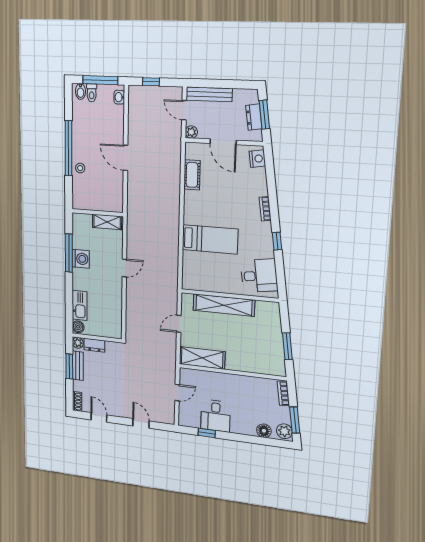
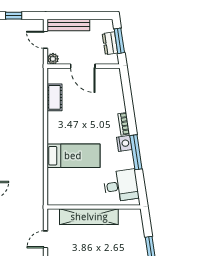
nightstand: (257, 159) -> (124, 143), moved
window: (277, 241) -> (136, 152), width x2.17

